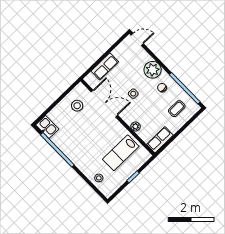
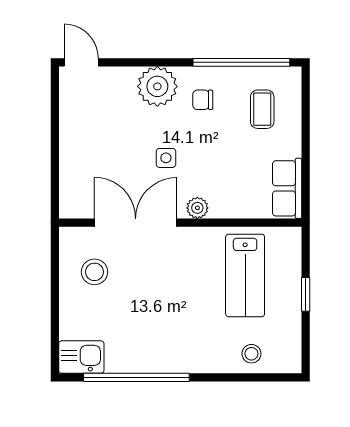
door: (137, 39) -> (81, 62), hinge flipped
row of seats: (105, 66) -> (74, 161), removed
plant: (135, 127) -> (197, 208), moved

